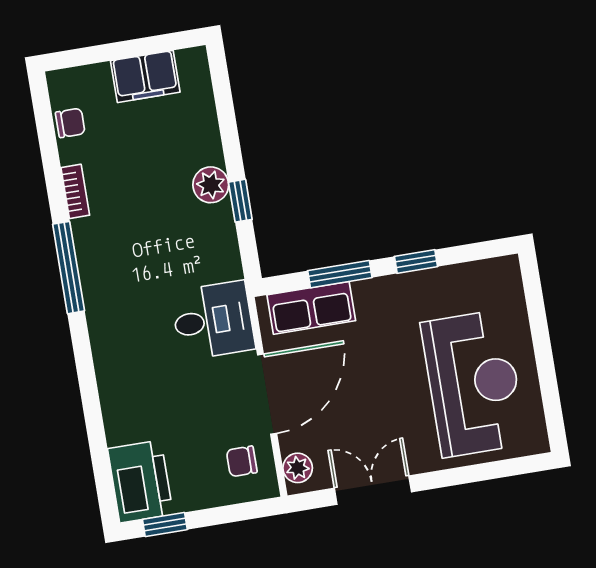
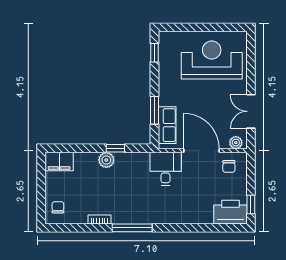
filing cabinet: (145, 76) -> (59, 161), moved, turned 90
chair: (70, 123) -> (58, 207), moved
window: (416, 261) -> (155, 53), moved

